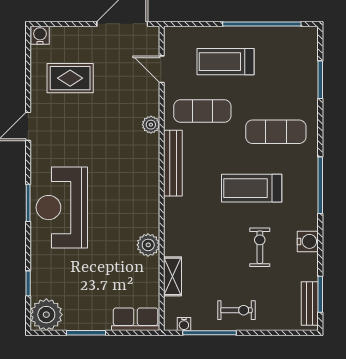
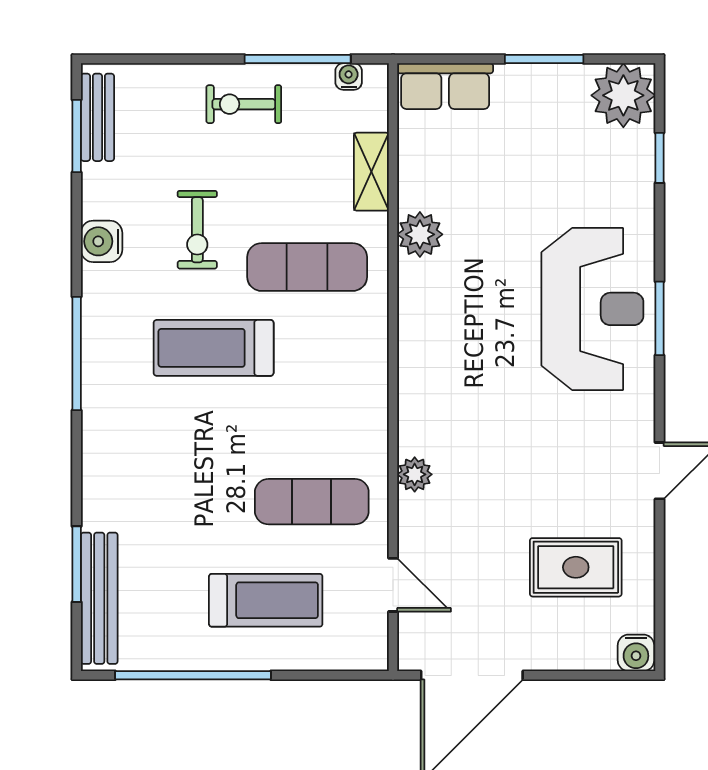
exercise mat: (276, 132) -> (307, 267), moved
bench: (173, 163) -> (99, 598), moved
treadmill: (252, 188) -> (214, 348), turned 180

